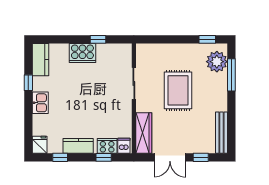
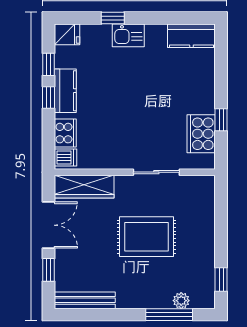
cooker: (82, 53) -> (201, 134), moved
plant: (217, 62) -> (181, 301), width x0.53, depth x0.53
window: (28, 83) -> (113, 18), moved
window: (104, 157) -> (49, 98), moved
double door: (170, 157) -> (49, 225), swing flipped

